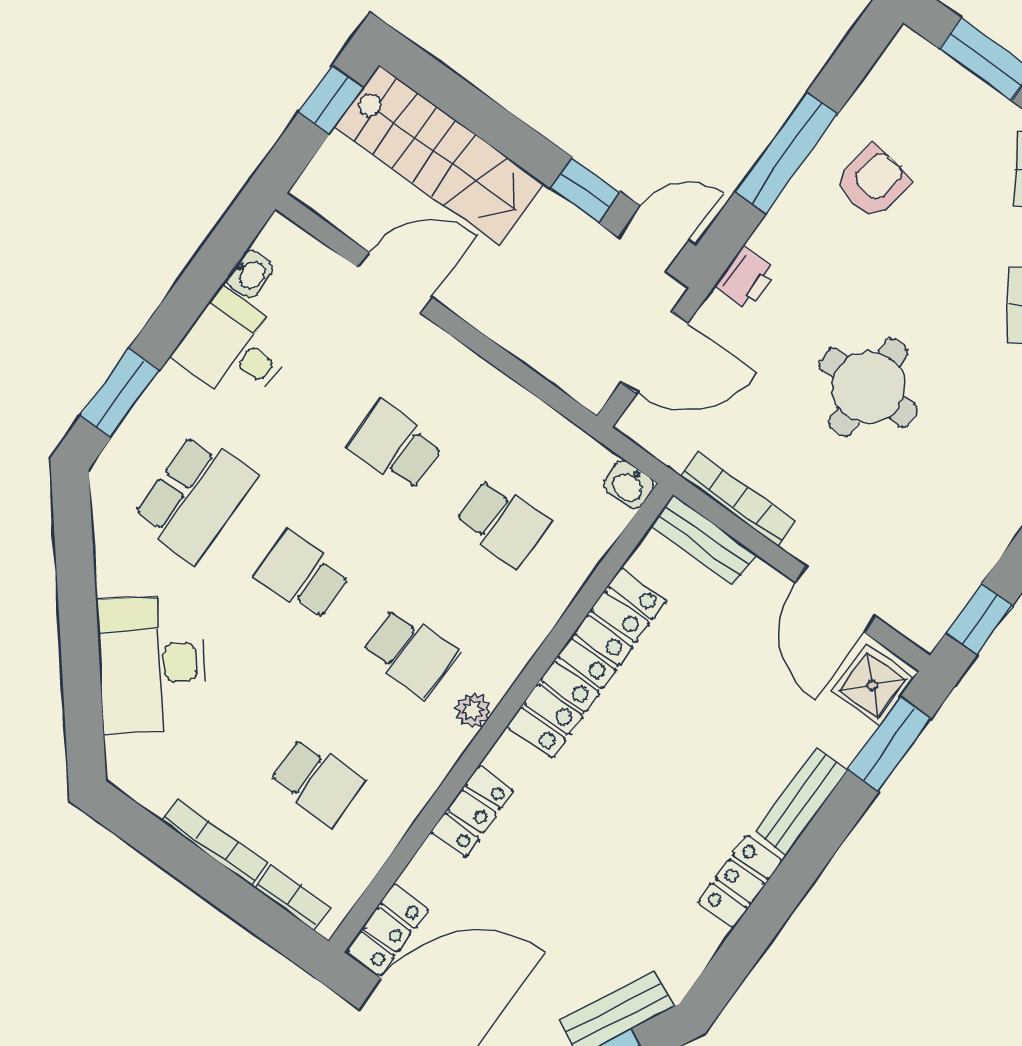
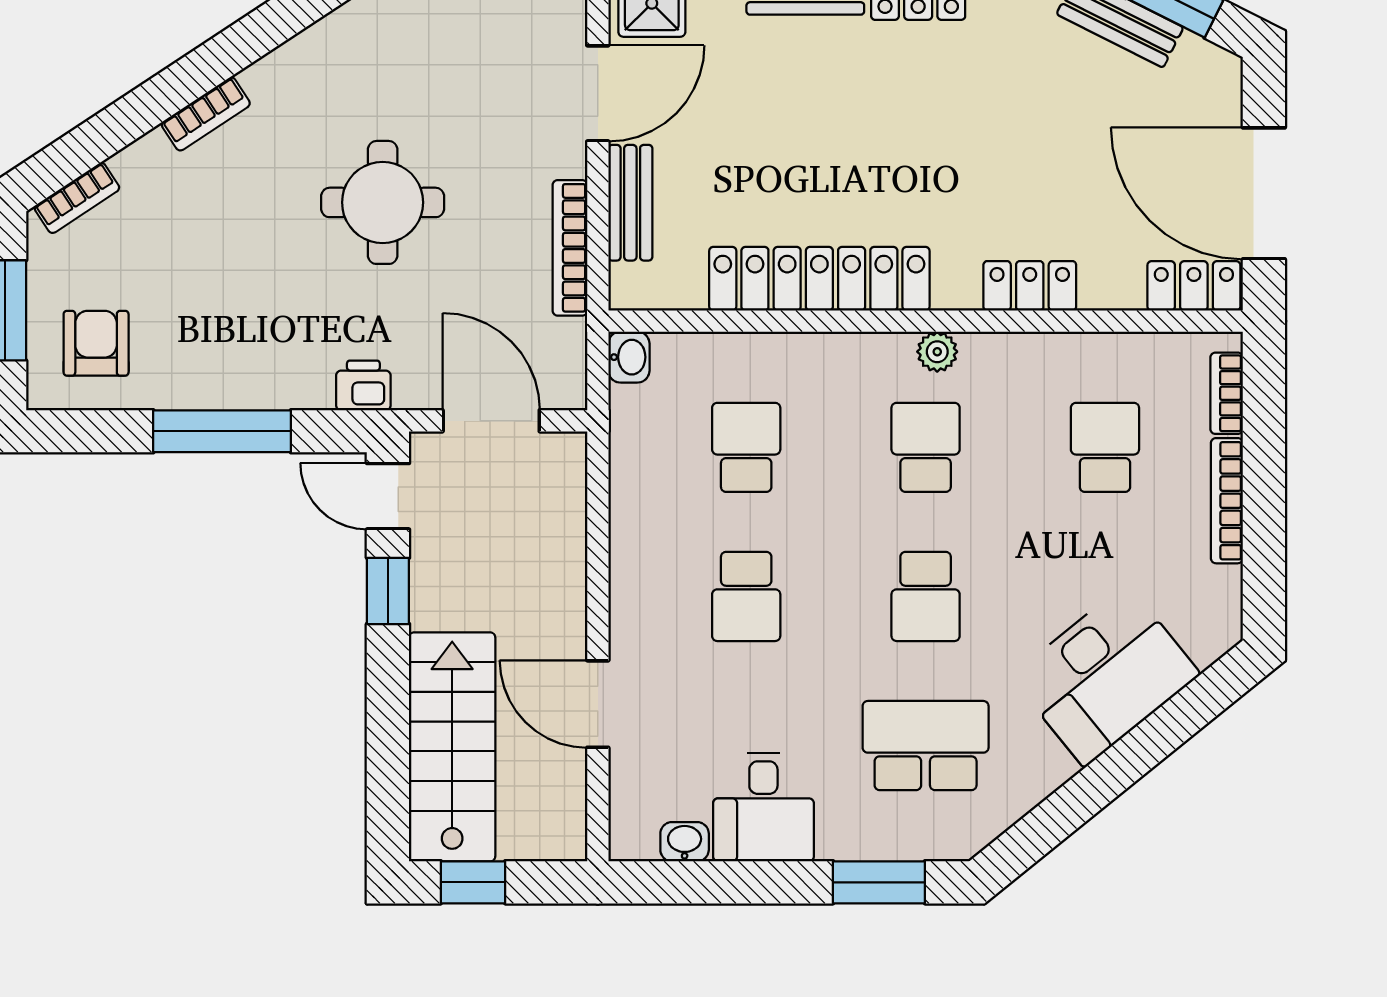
armchair: (873, 182) -> (96, 343), moved, turned 80
bench: (703, 540) -> (630, 203), moved

